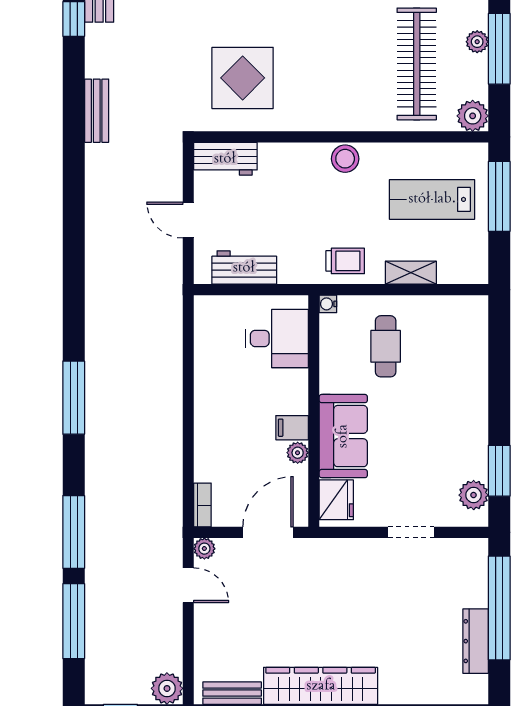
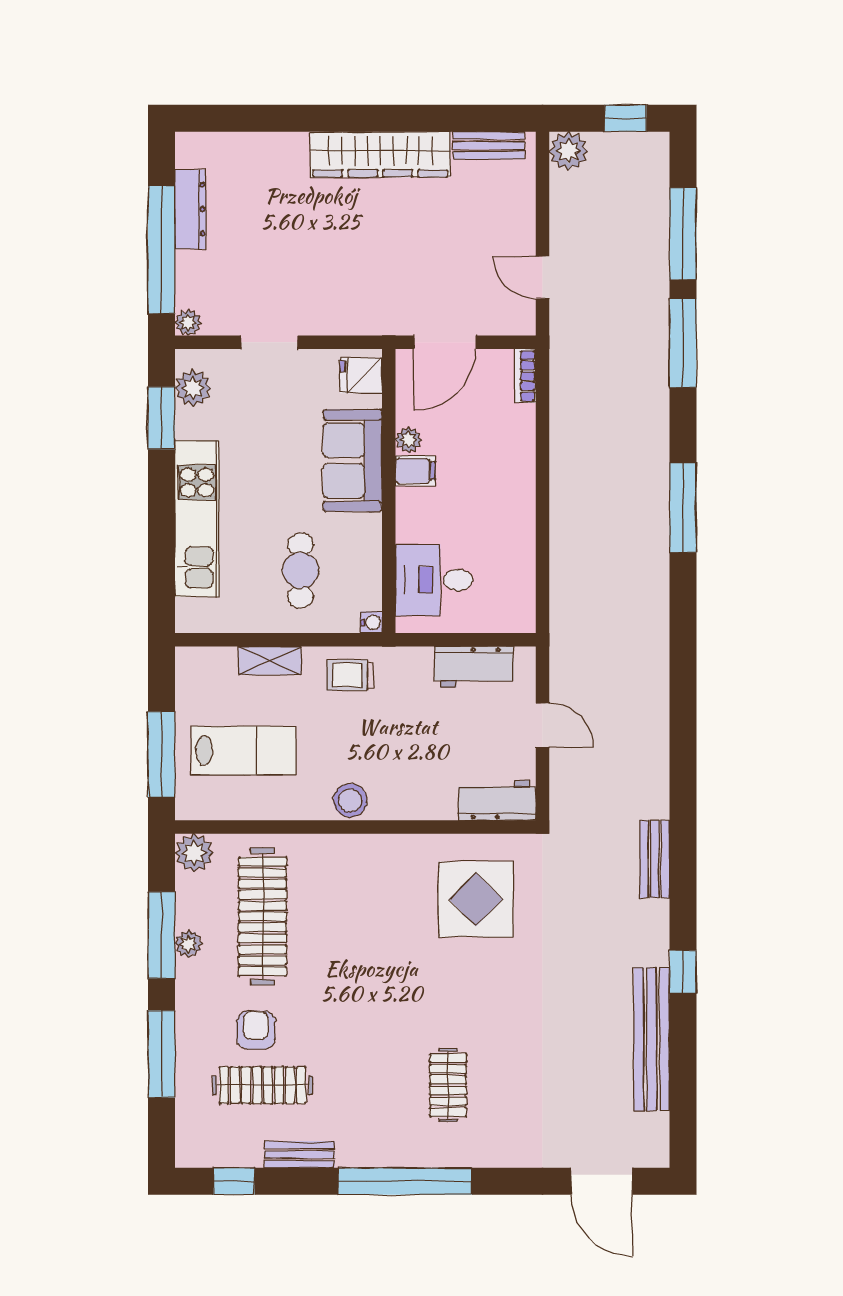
kitchen unit: (470, 389) -> (197, 518), added
fridge: (336, 500) -> (361, 376), width x0.72
plant: (204, 549) -> (188, 323), moved

